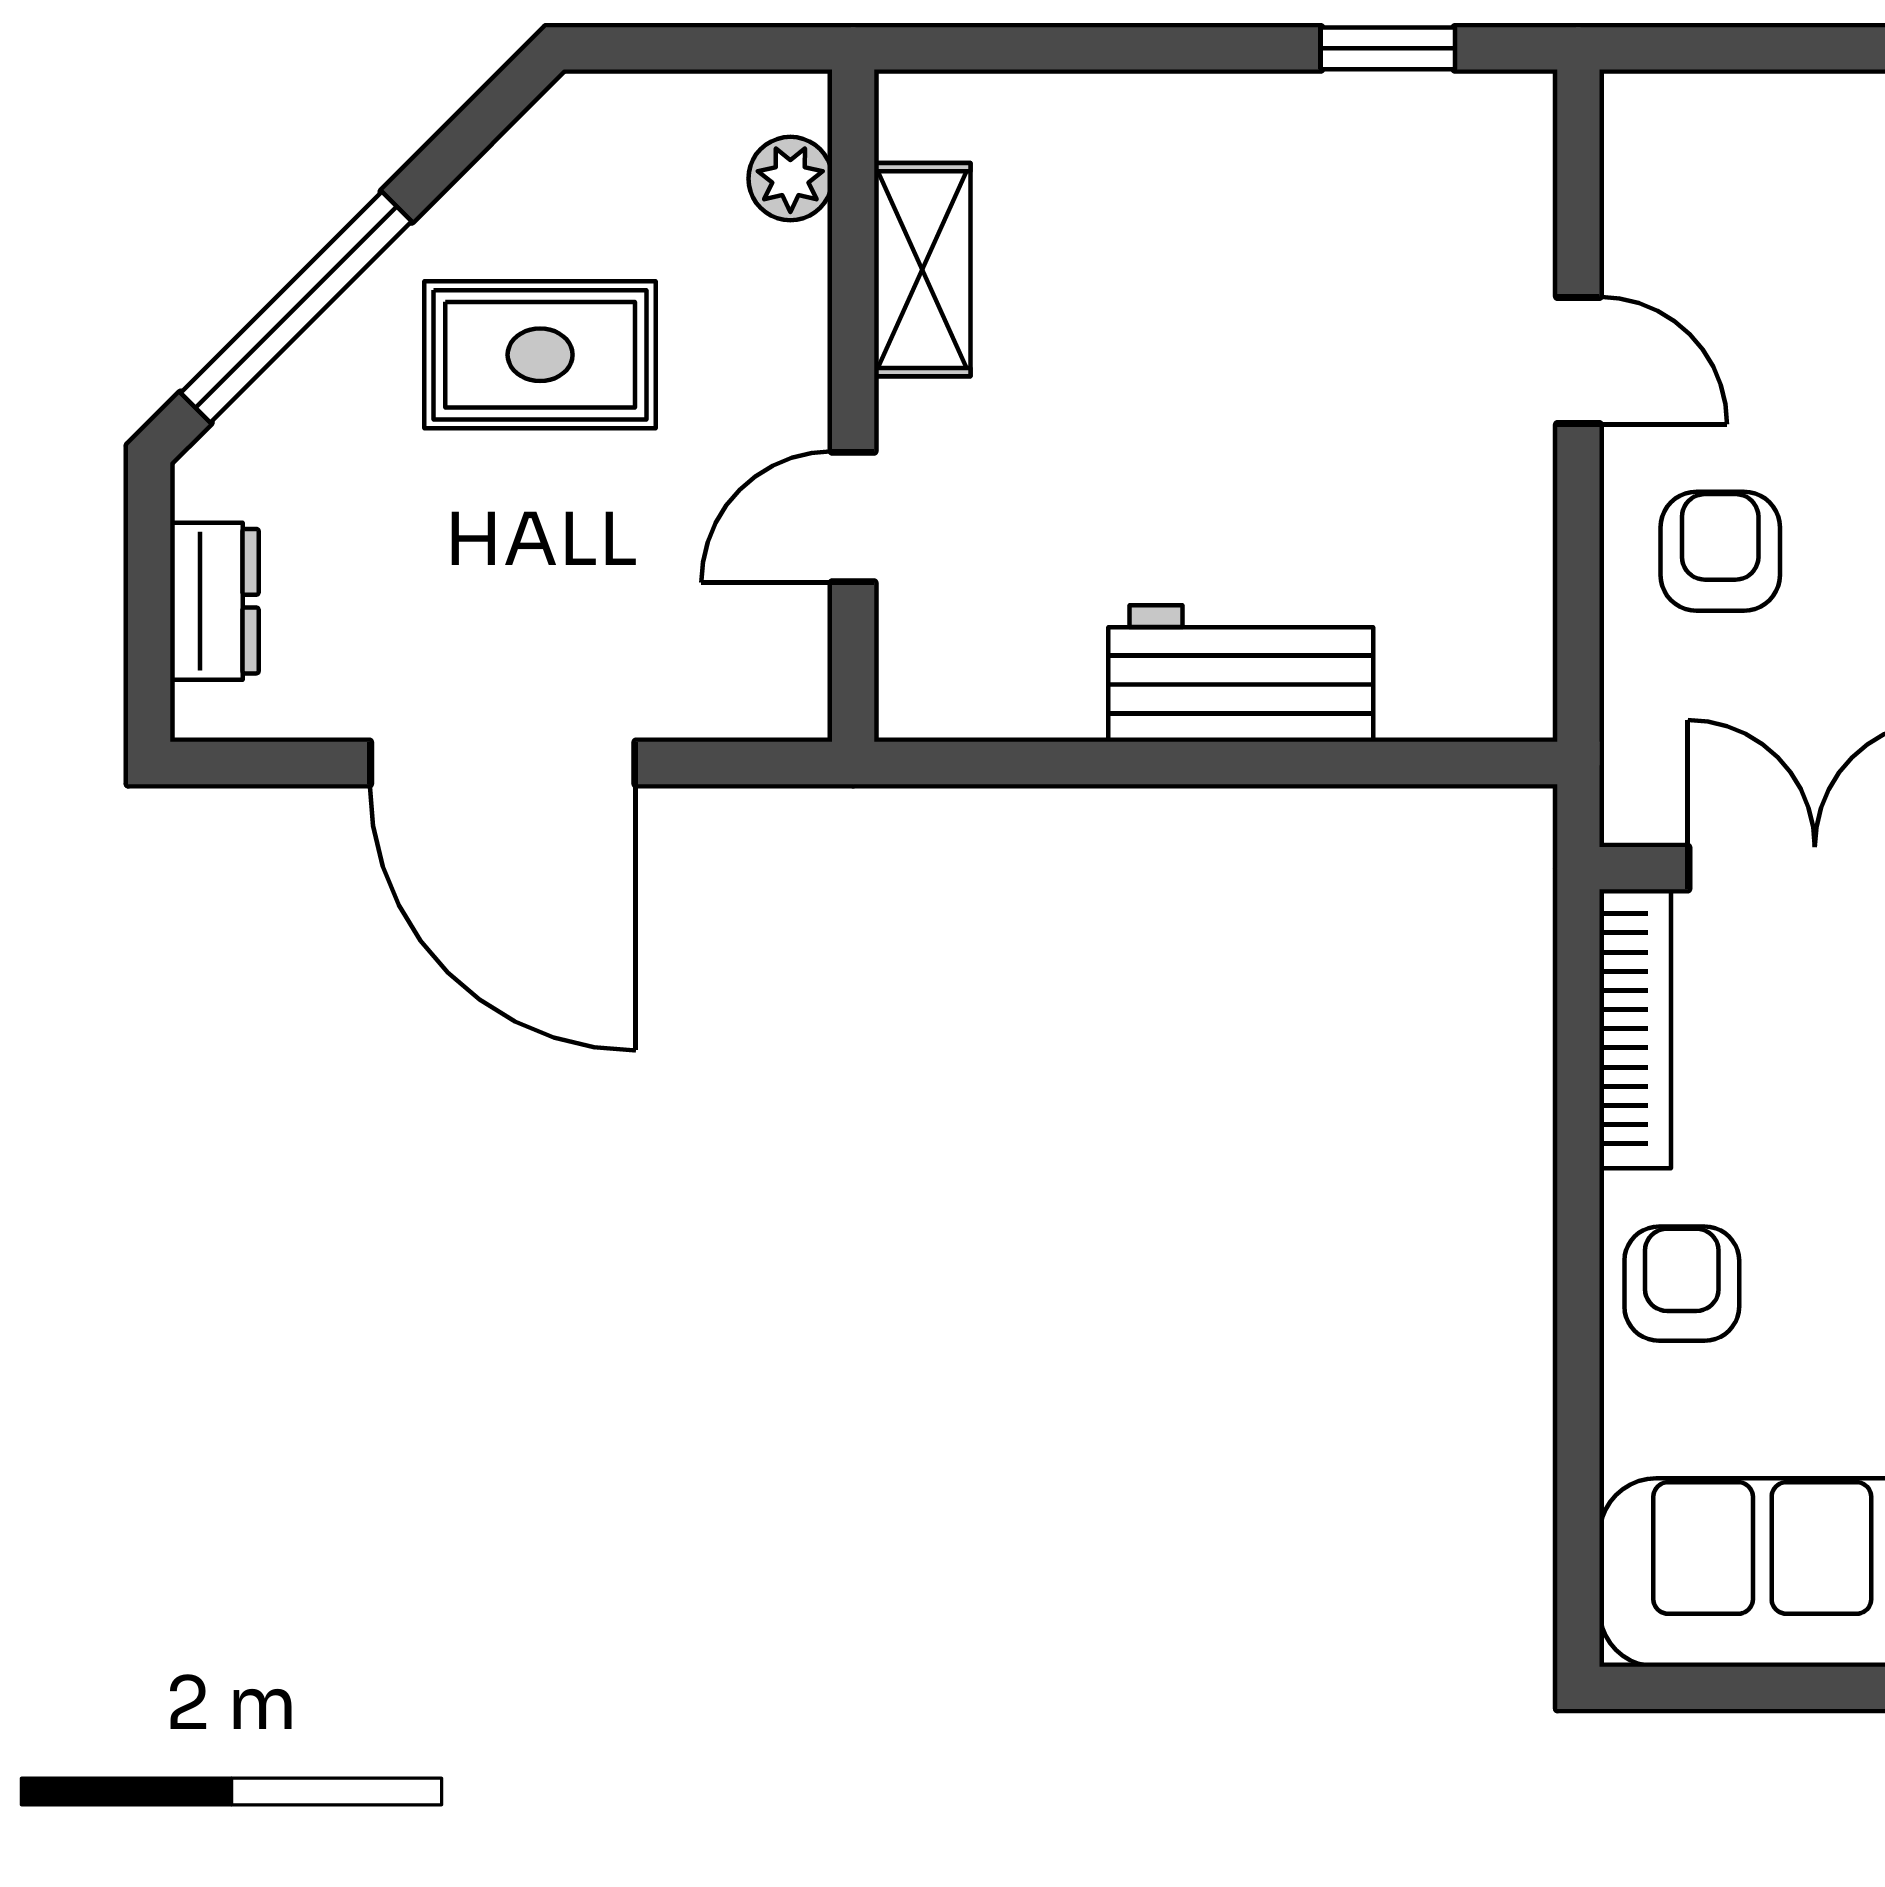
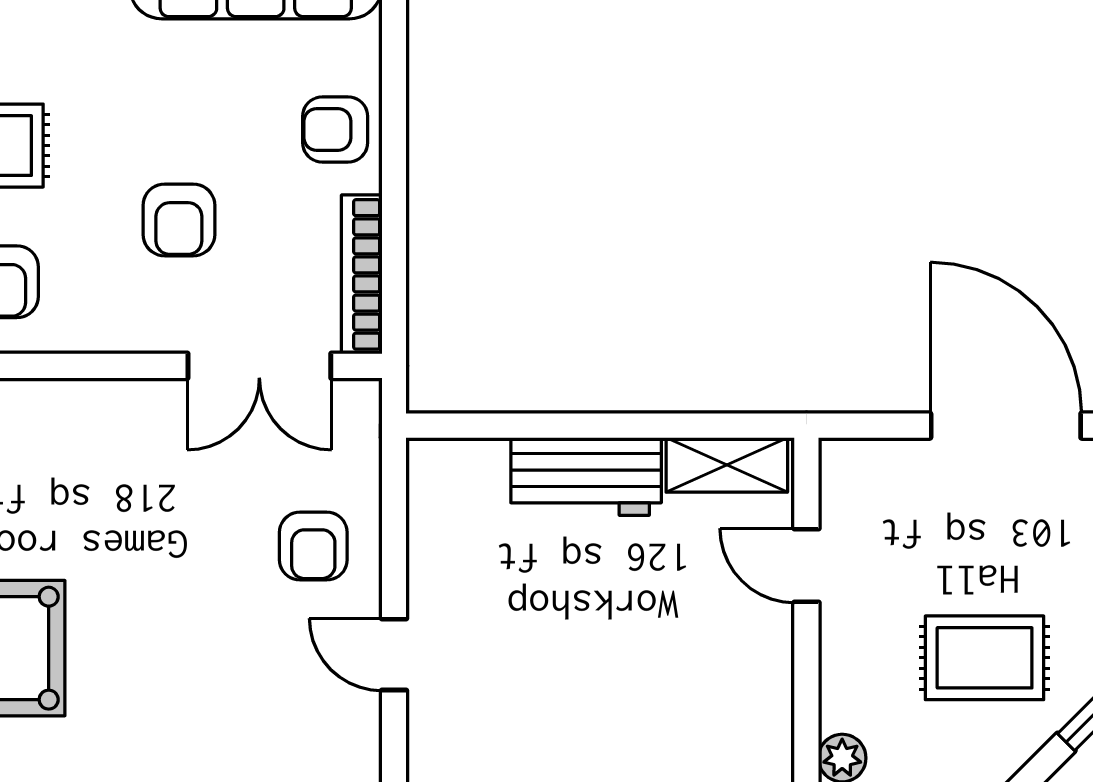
shelving: (922, 270) -> (727, 465), moved, turned 90
door: (853, 517) -> (806, 566), swing flipped
armchair: (1682, 1284) -> (335, 129), turned 90

